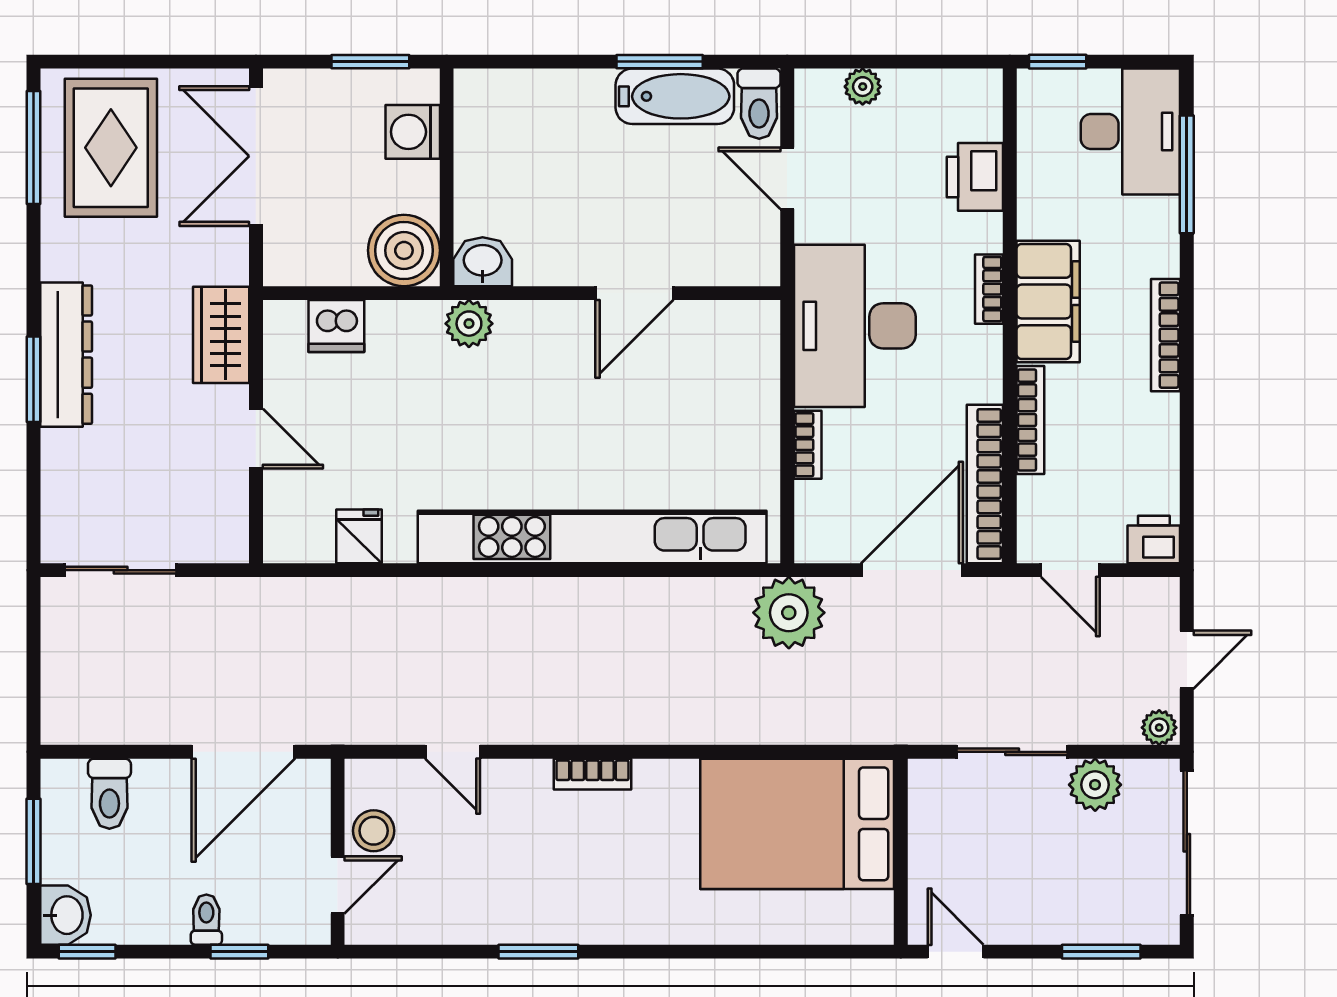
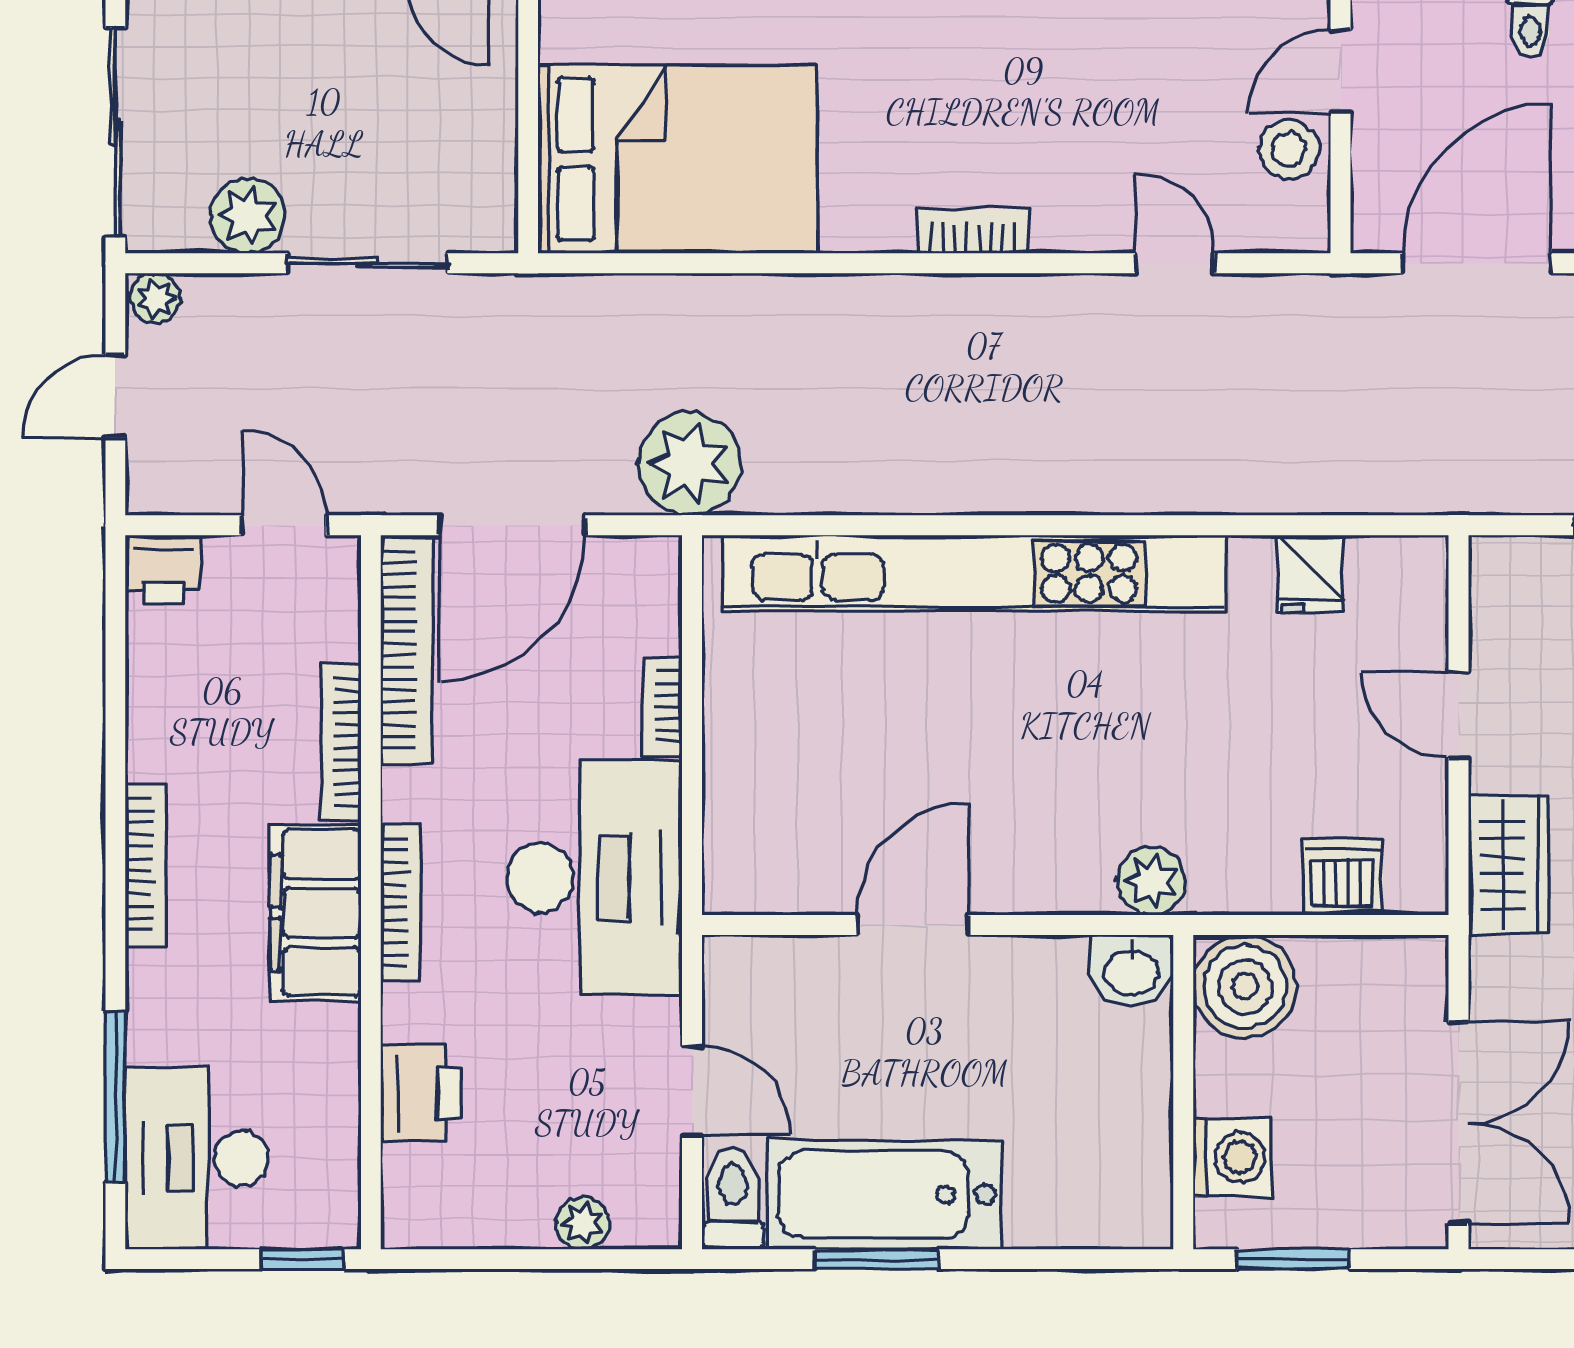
bathtub: (675, 96) -> (885, 1194), width x1.36, depth x1.36
bookcase: (989, 289) -> (401, 903), width x1.56

